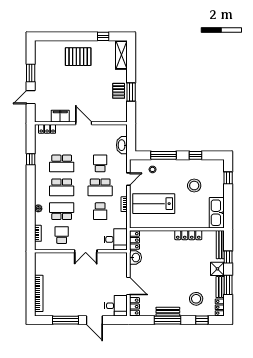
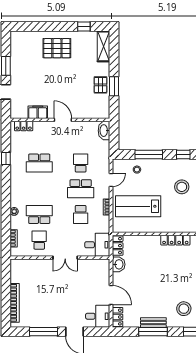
washbasin: (122, 145) -> (104, 131), moved
school desk: (62, 187) -> (39, 189), removed

